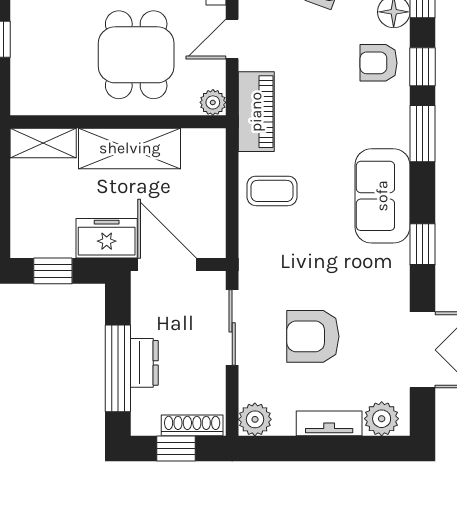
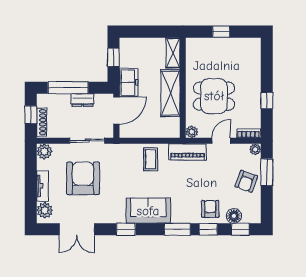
door: (232, 39) -> (221, 141), hinge flipped
armchair: (313, 336) -> (83, 178), width x1.36, depth x1.36
dresser: (144, 363) -> (83, 100), moved

